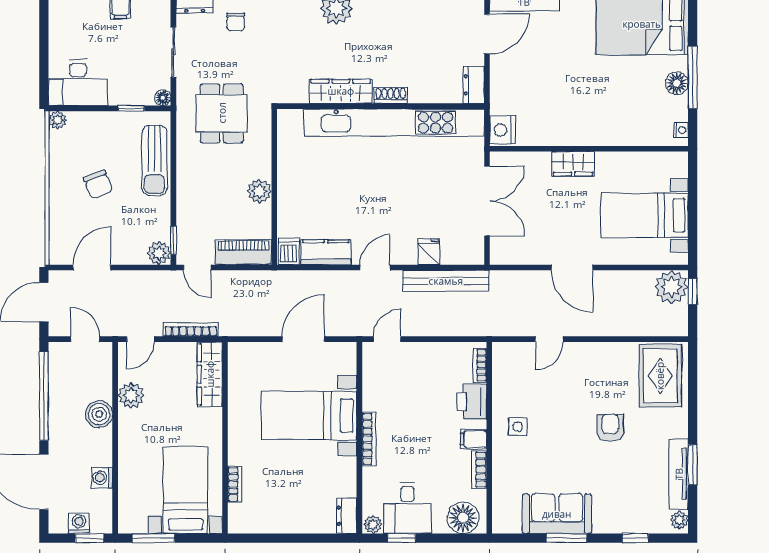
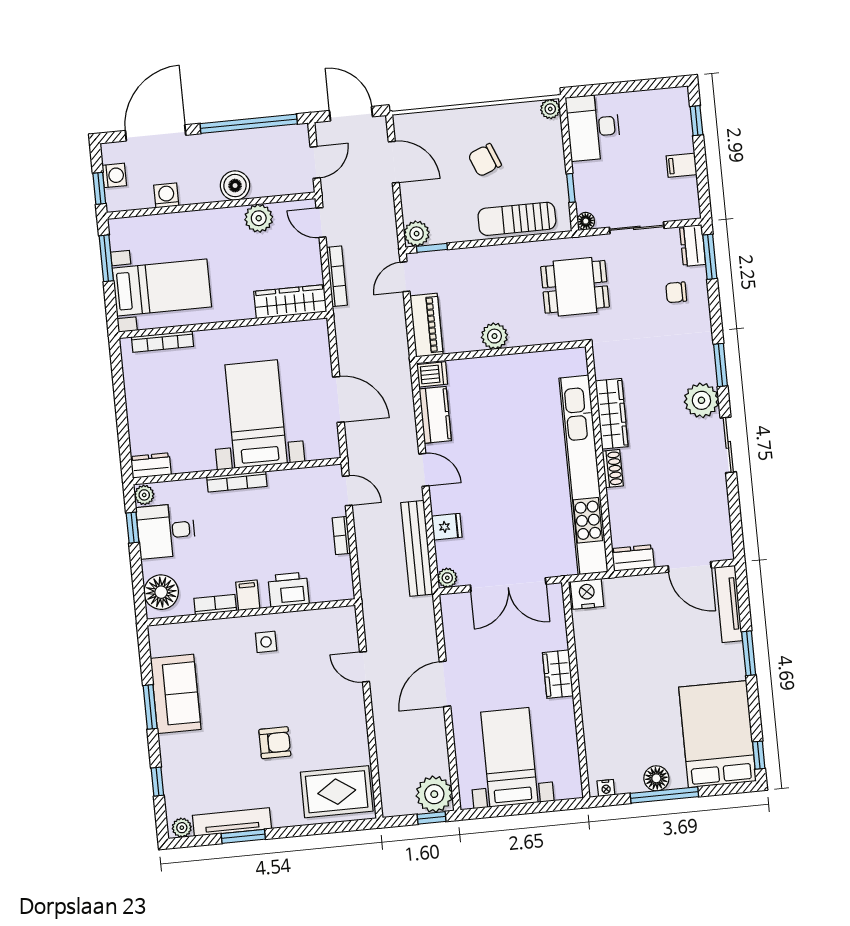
plant: (475, 256) -> (447, 578), added
bookcase: (480, 365) -> (341, 536), moved, turned -90
bookcase: (235, 484) -> (163, 342), width x1.56

